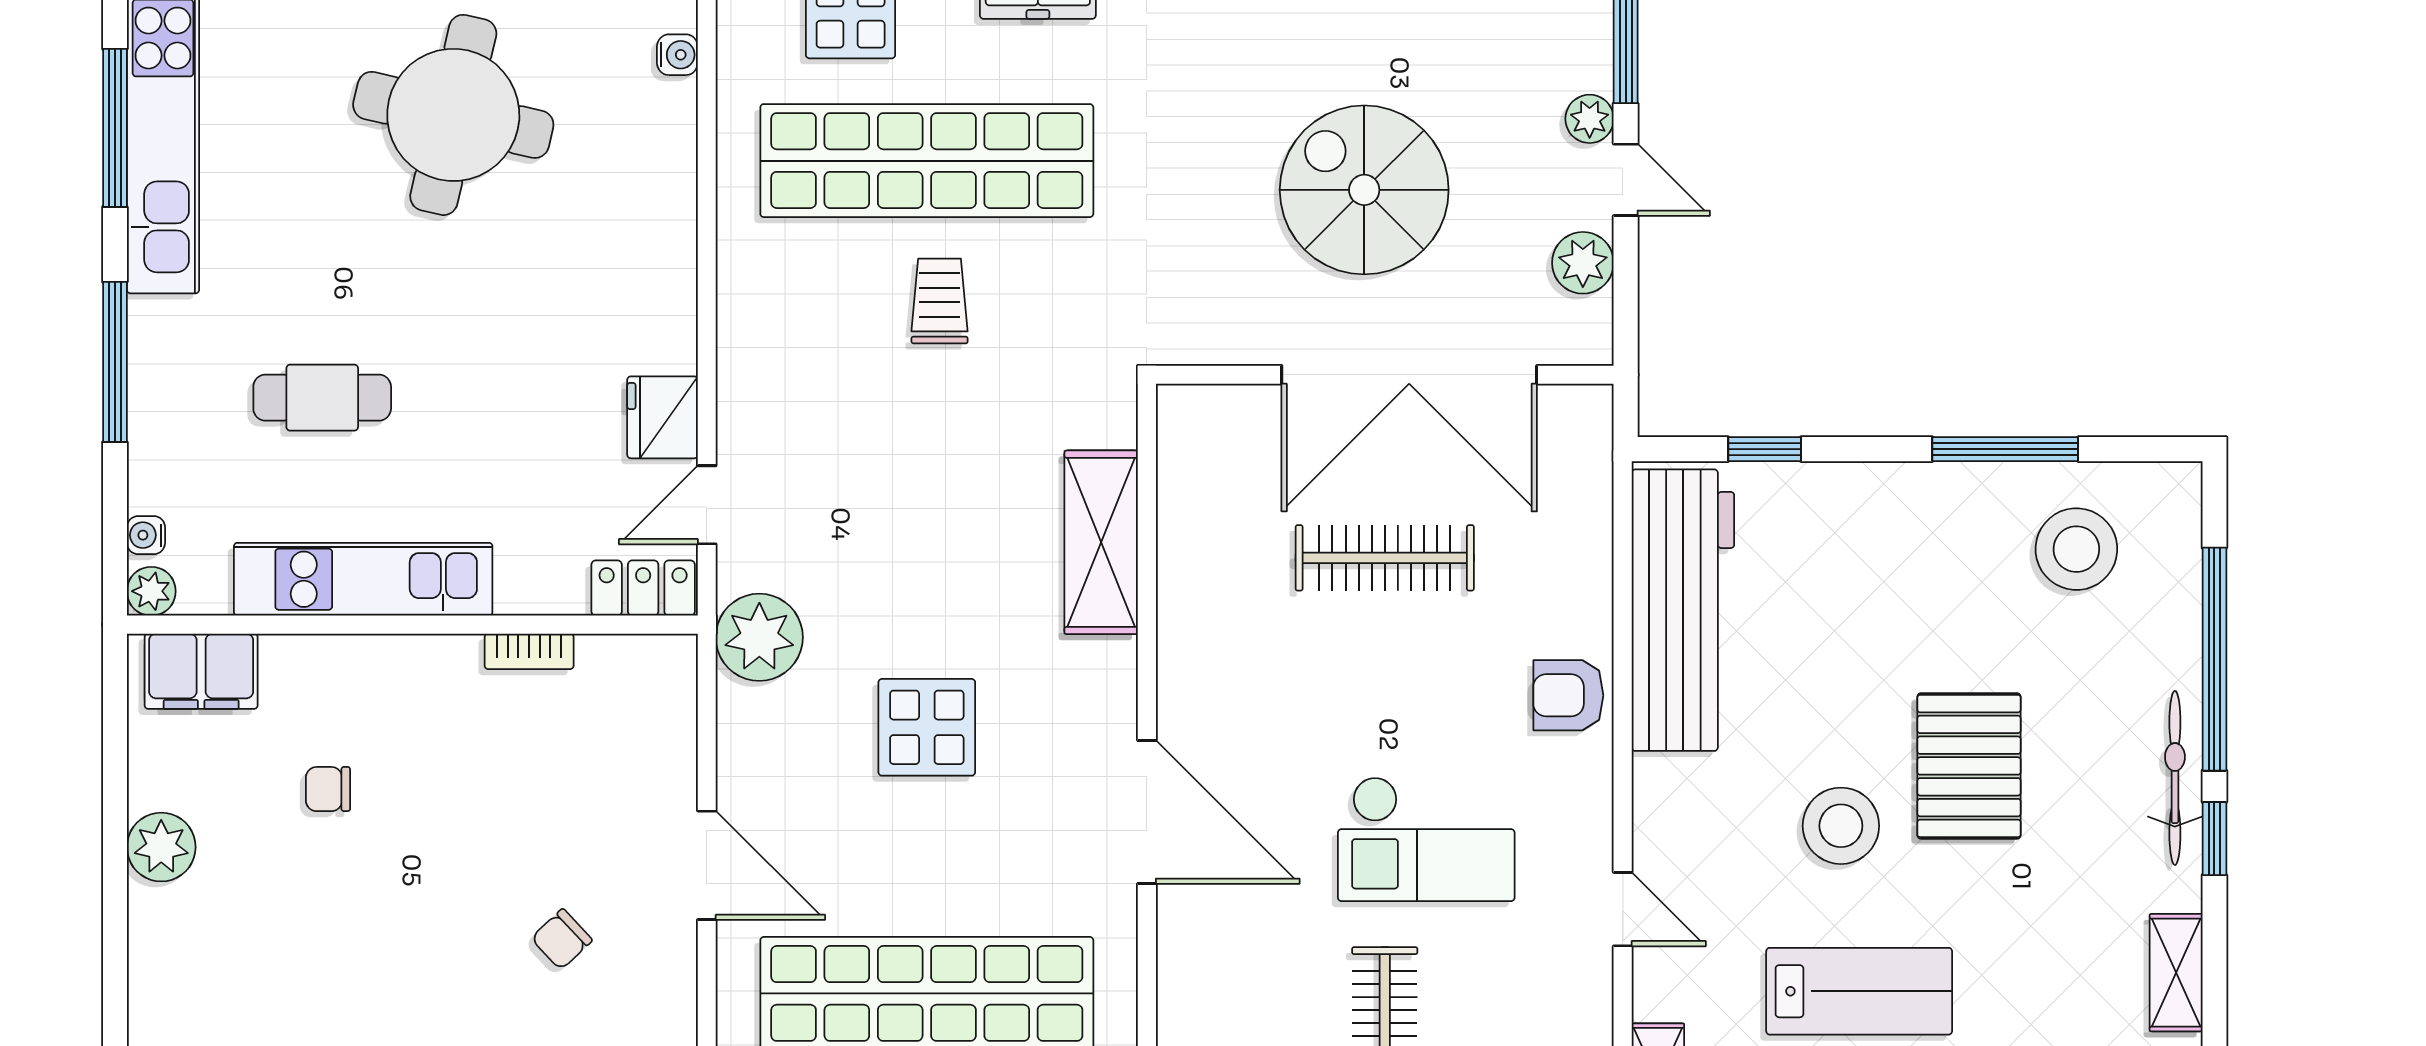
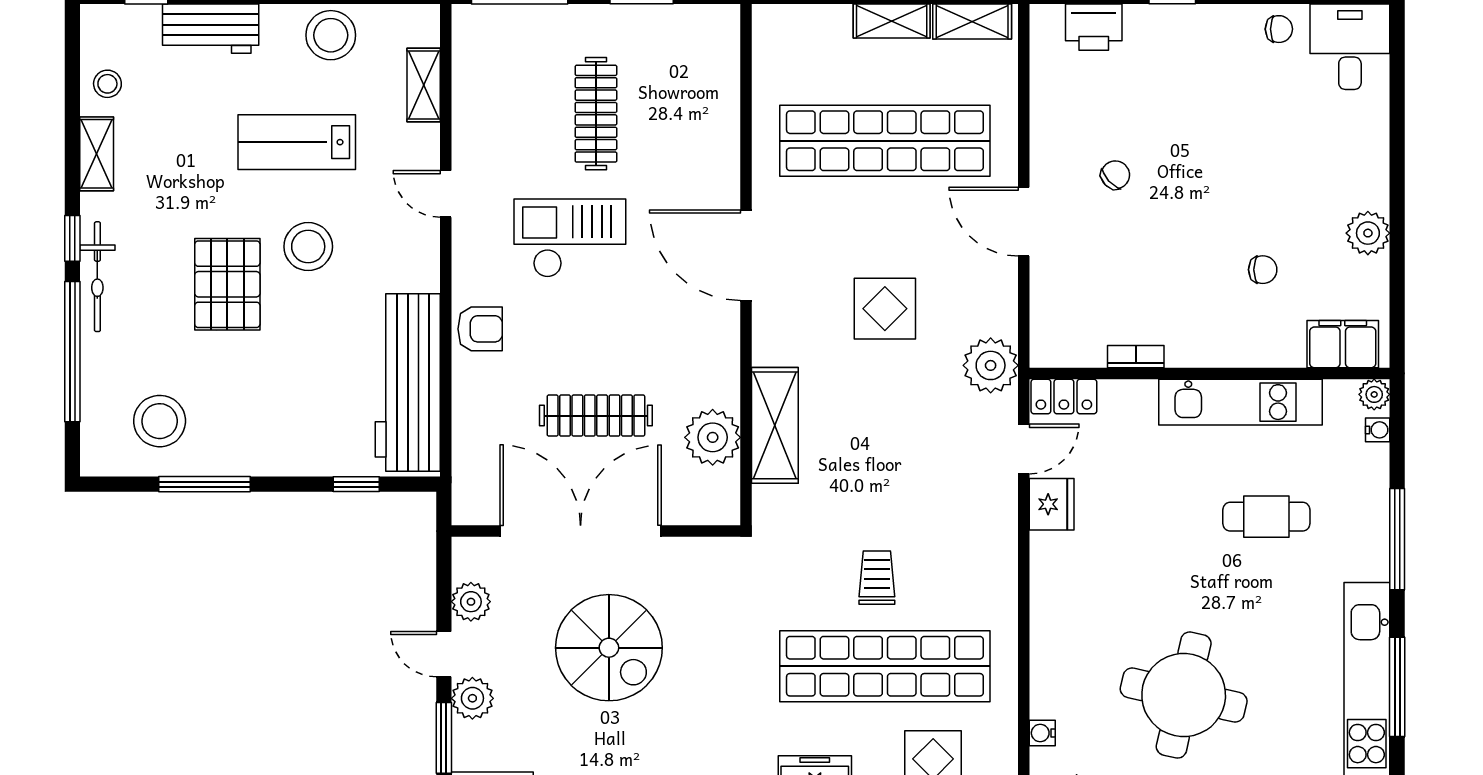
plant: (1590, 119) -> (472, 698), width x1.38, depth x1.38
trolley: (940, 301) -> (877, 578), turned 180
plant: (1200, 523) -> (713, 437), added

